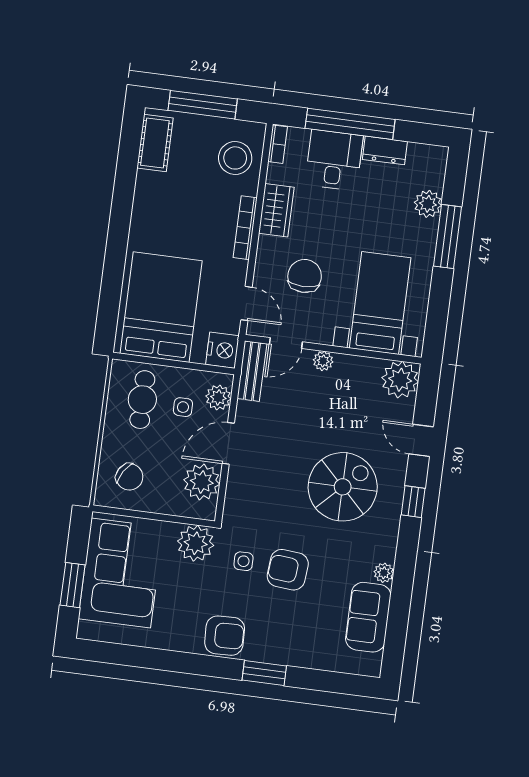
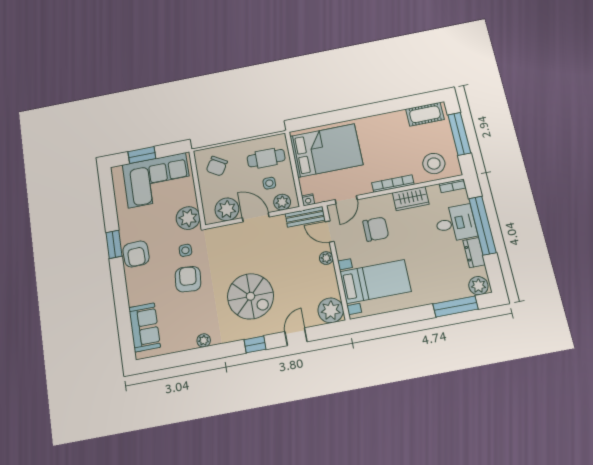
plant: (428, 204) -> (478, 286), moved
window: (448, 237) -> (456, 306), moved
nightstand: (222, 350) -> (308, 200), width x0.53, depth x0.56
sofa: (368, 617) -> (145, 327), moved, turned 90
window: (264, 673) -> (114, 244), moved

